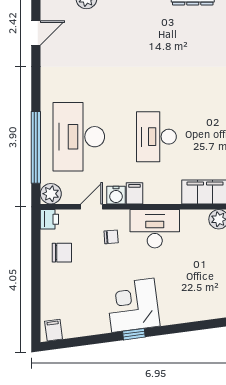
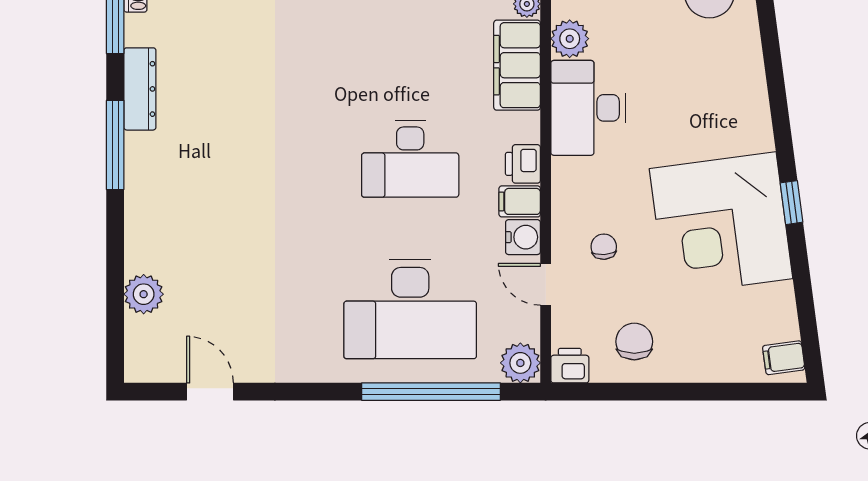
printer: (154, 195) -> (523, 164), added
desk: (155, 229) -> (588, 108), moved
corner desk: (133, 305) -> (721, 224), width x1.36, depth x1.36

